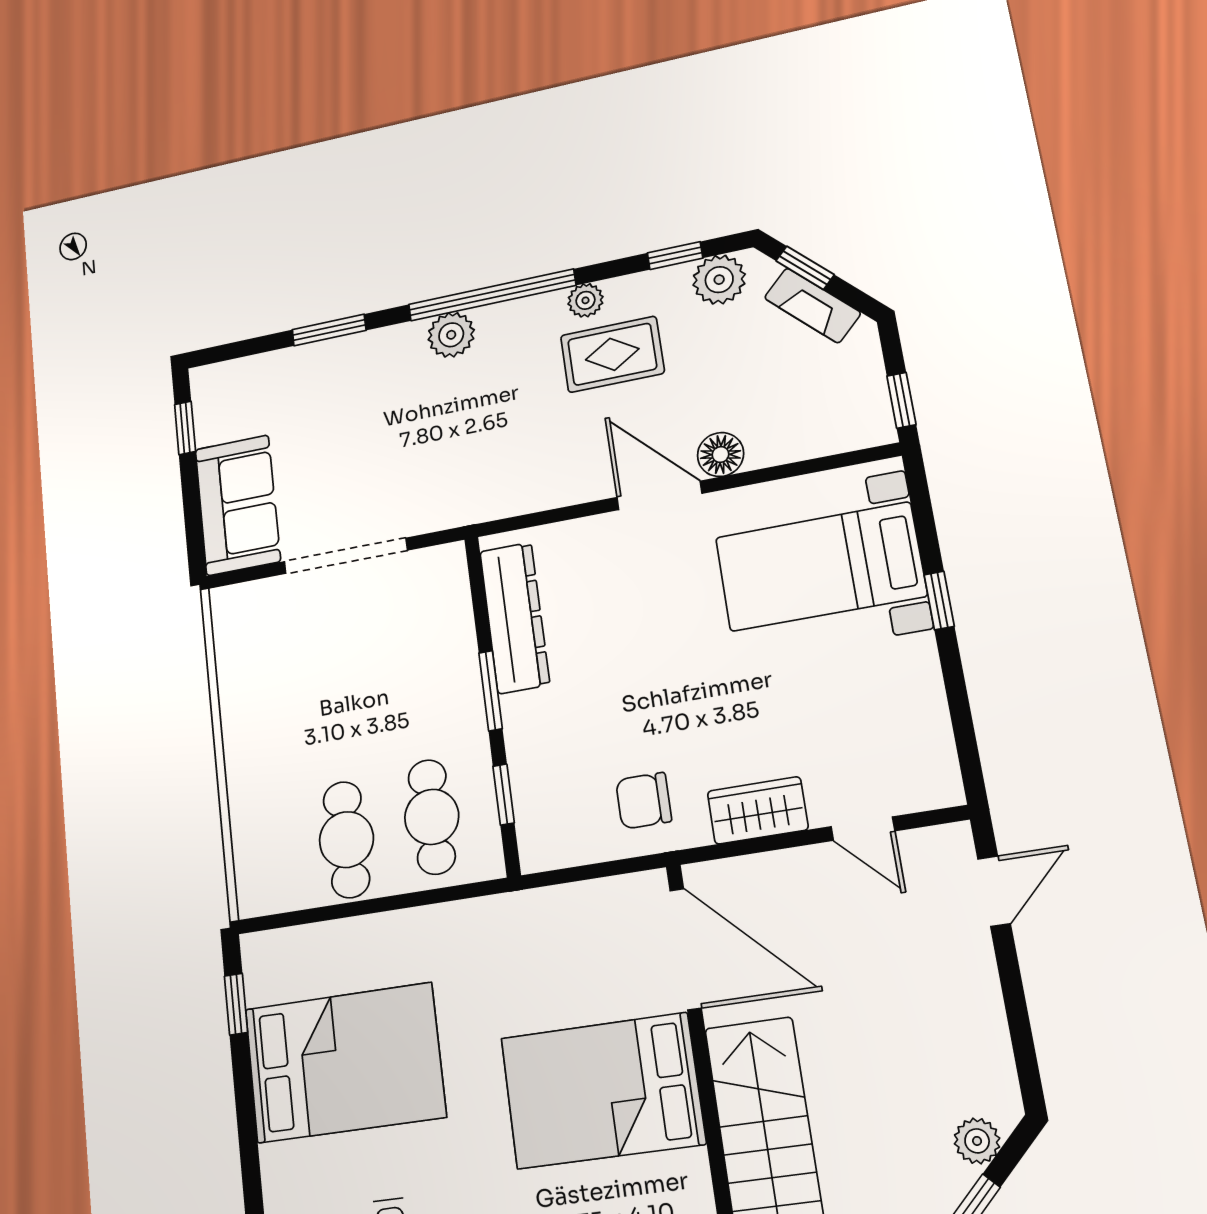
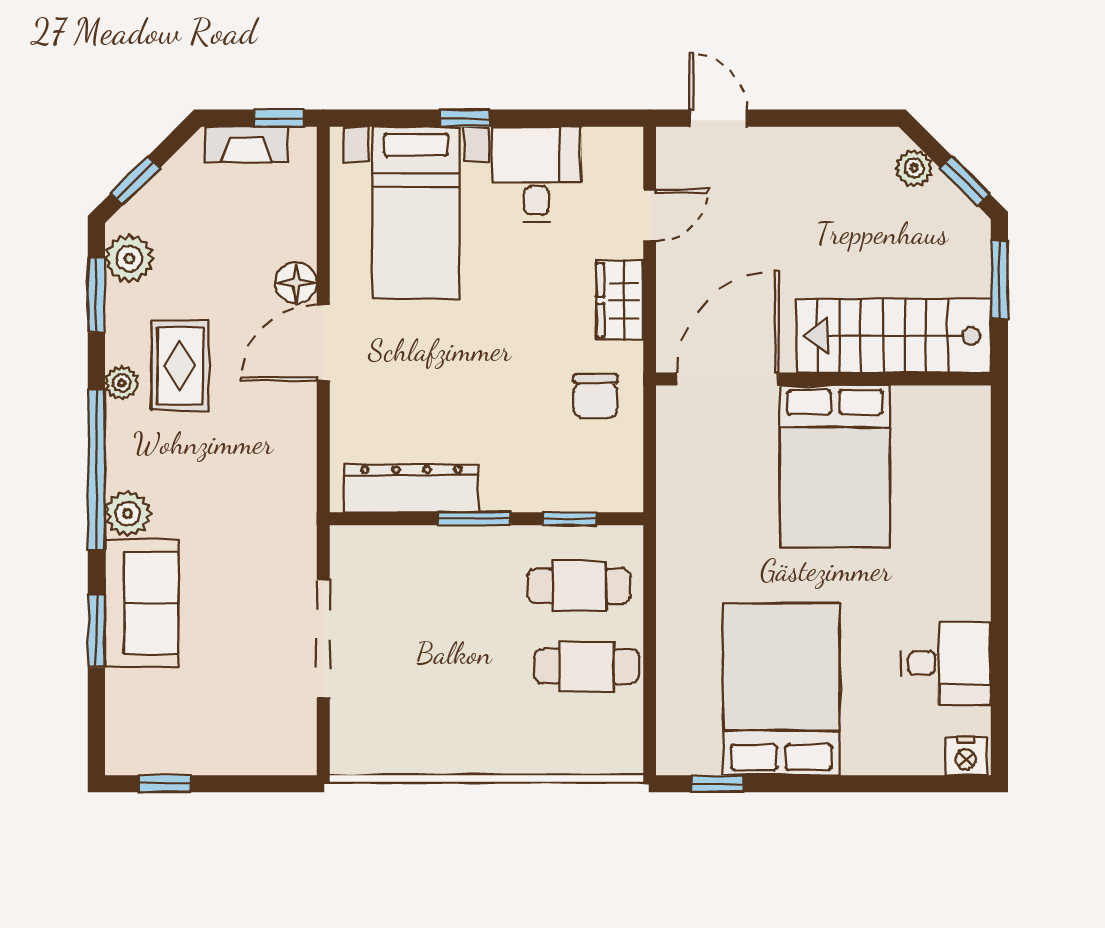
window: (675, 256) -> (96, 295), width x1.50
fireplace: (812, 305) -> (246, 144), moved, turned 45
sofa: (238, 505) -> (142, 603), moved, turned 90
desk: (888, 692) -> (536, 174), added

